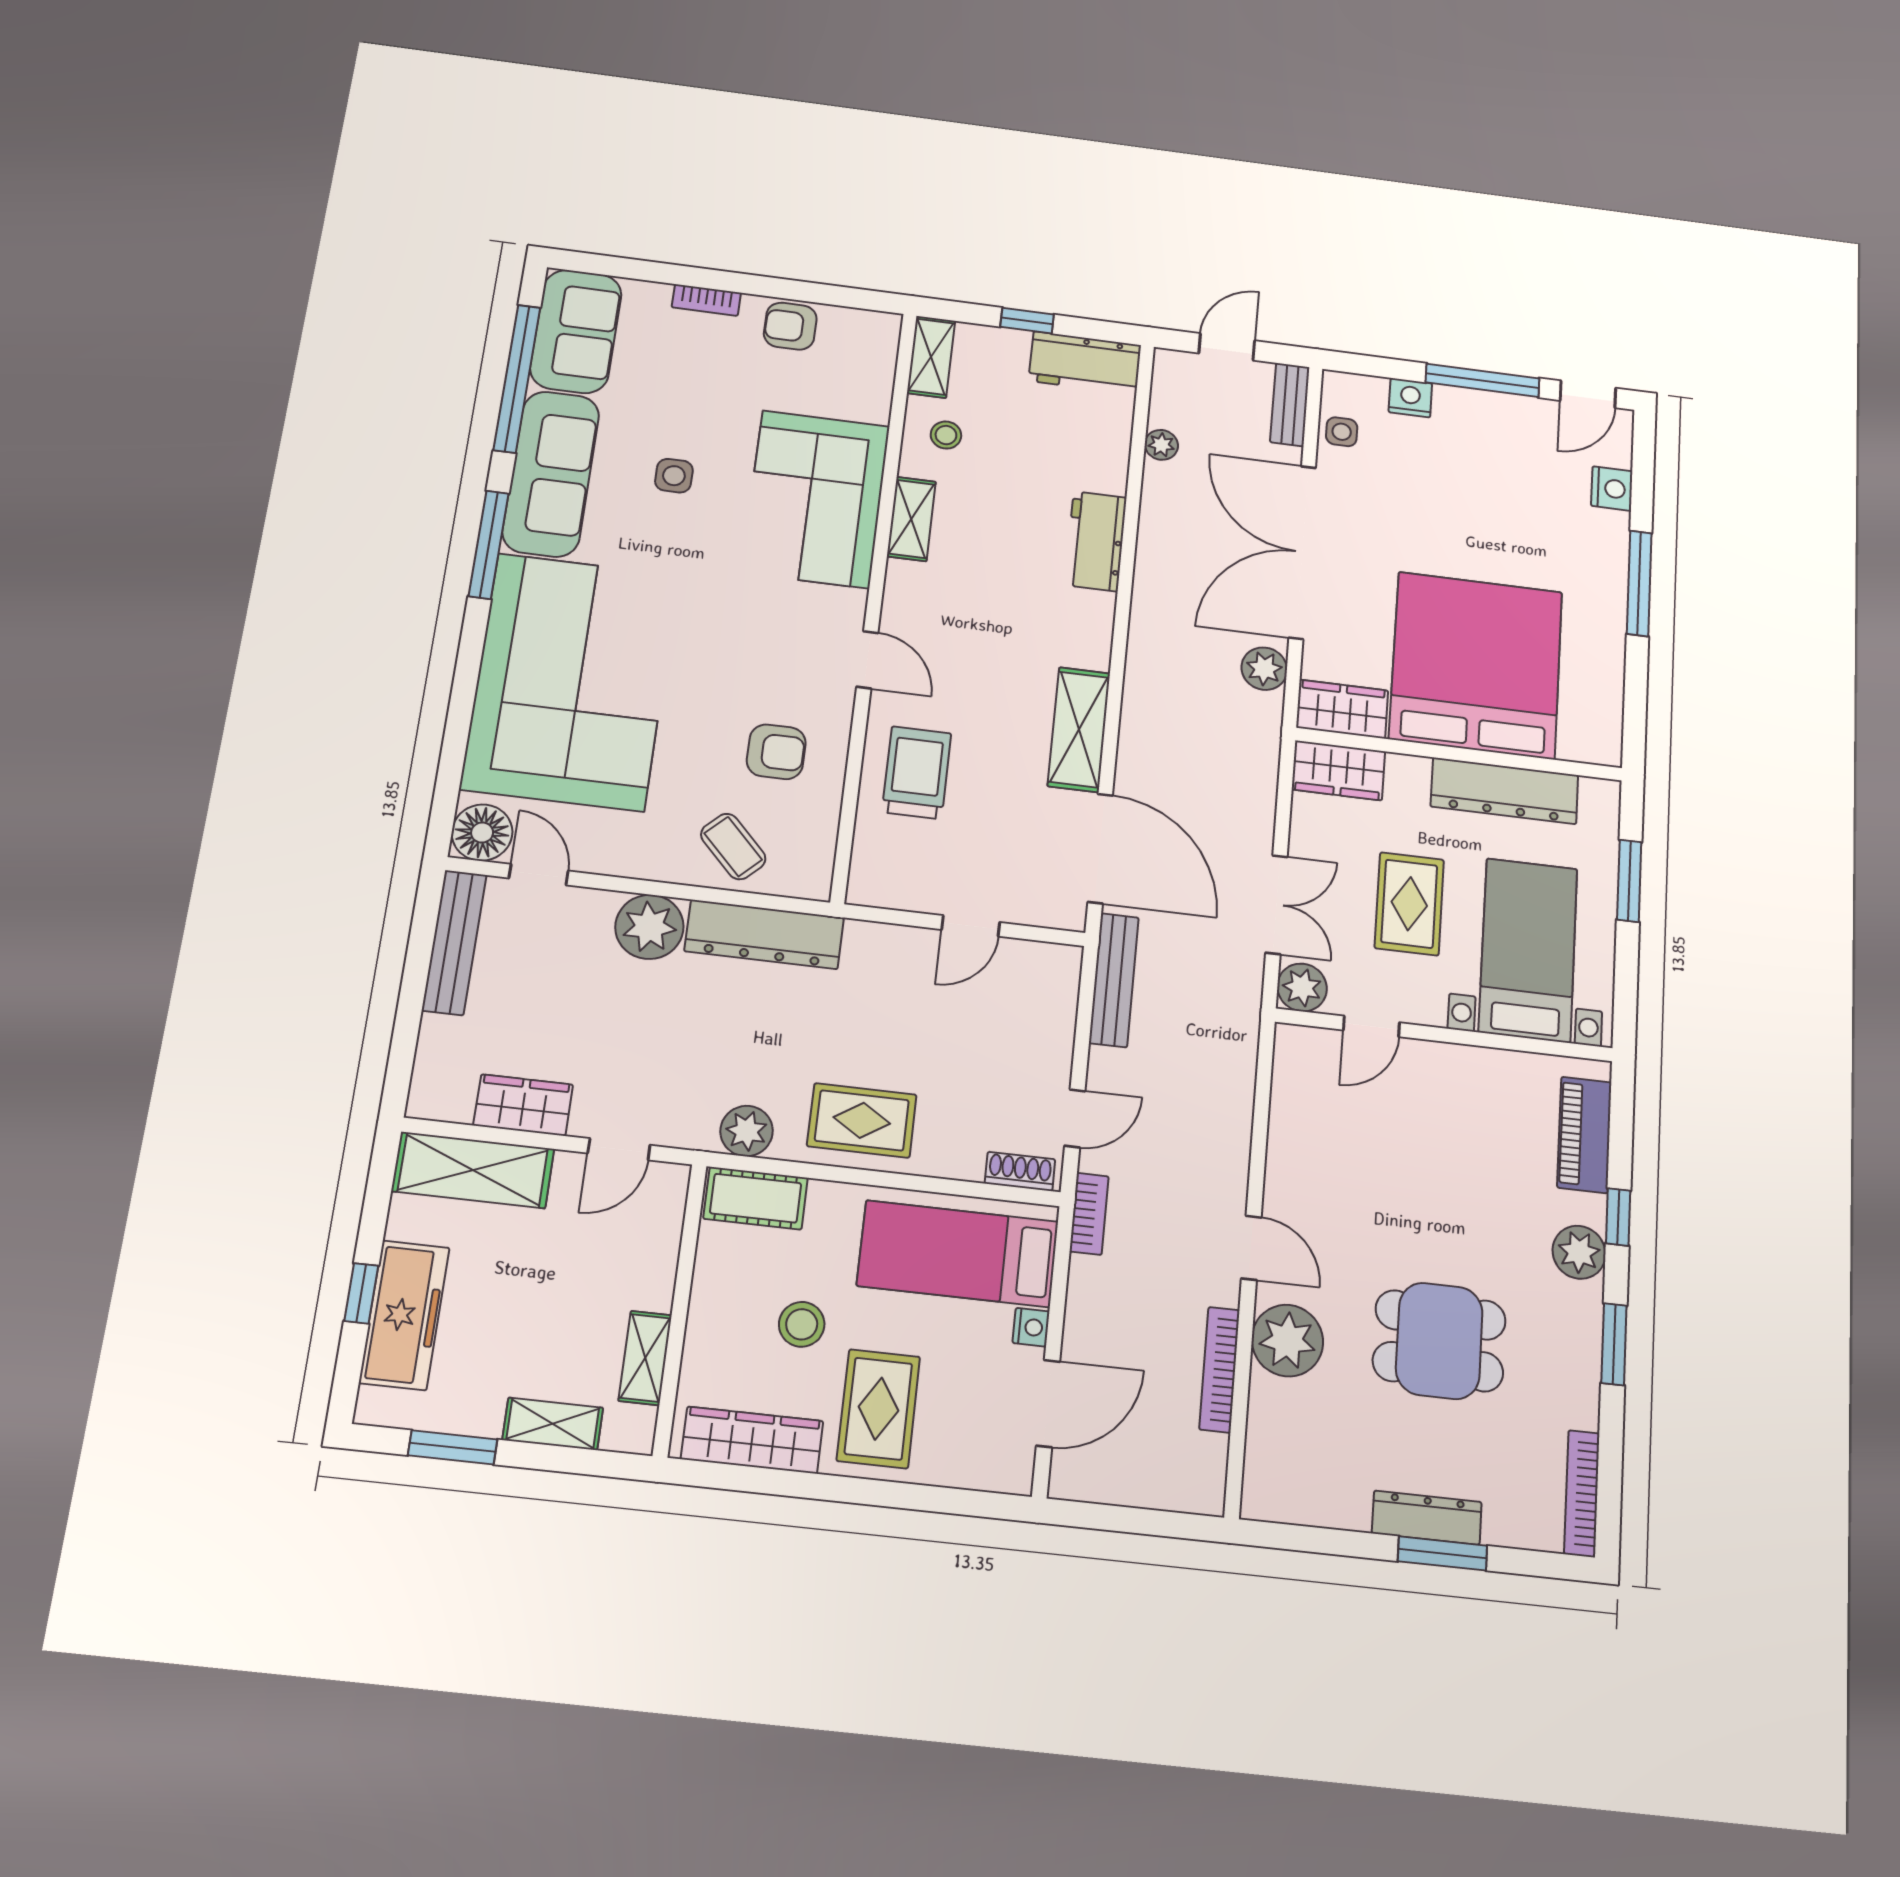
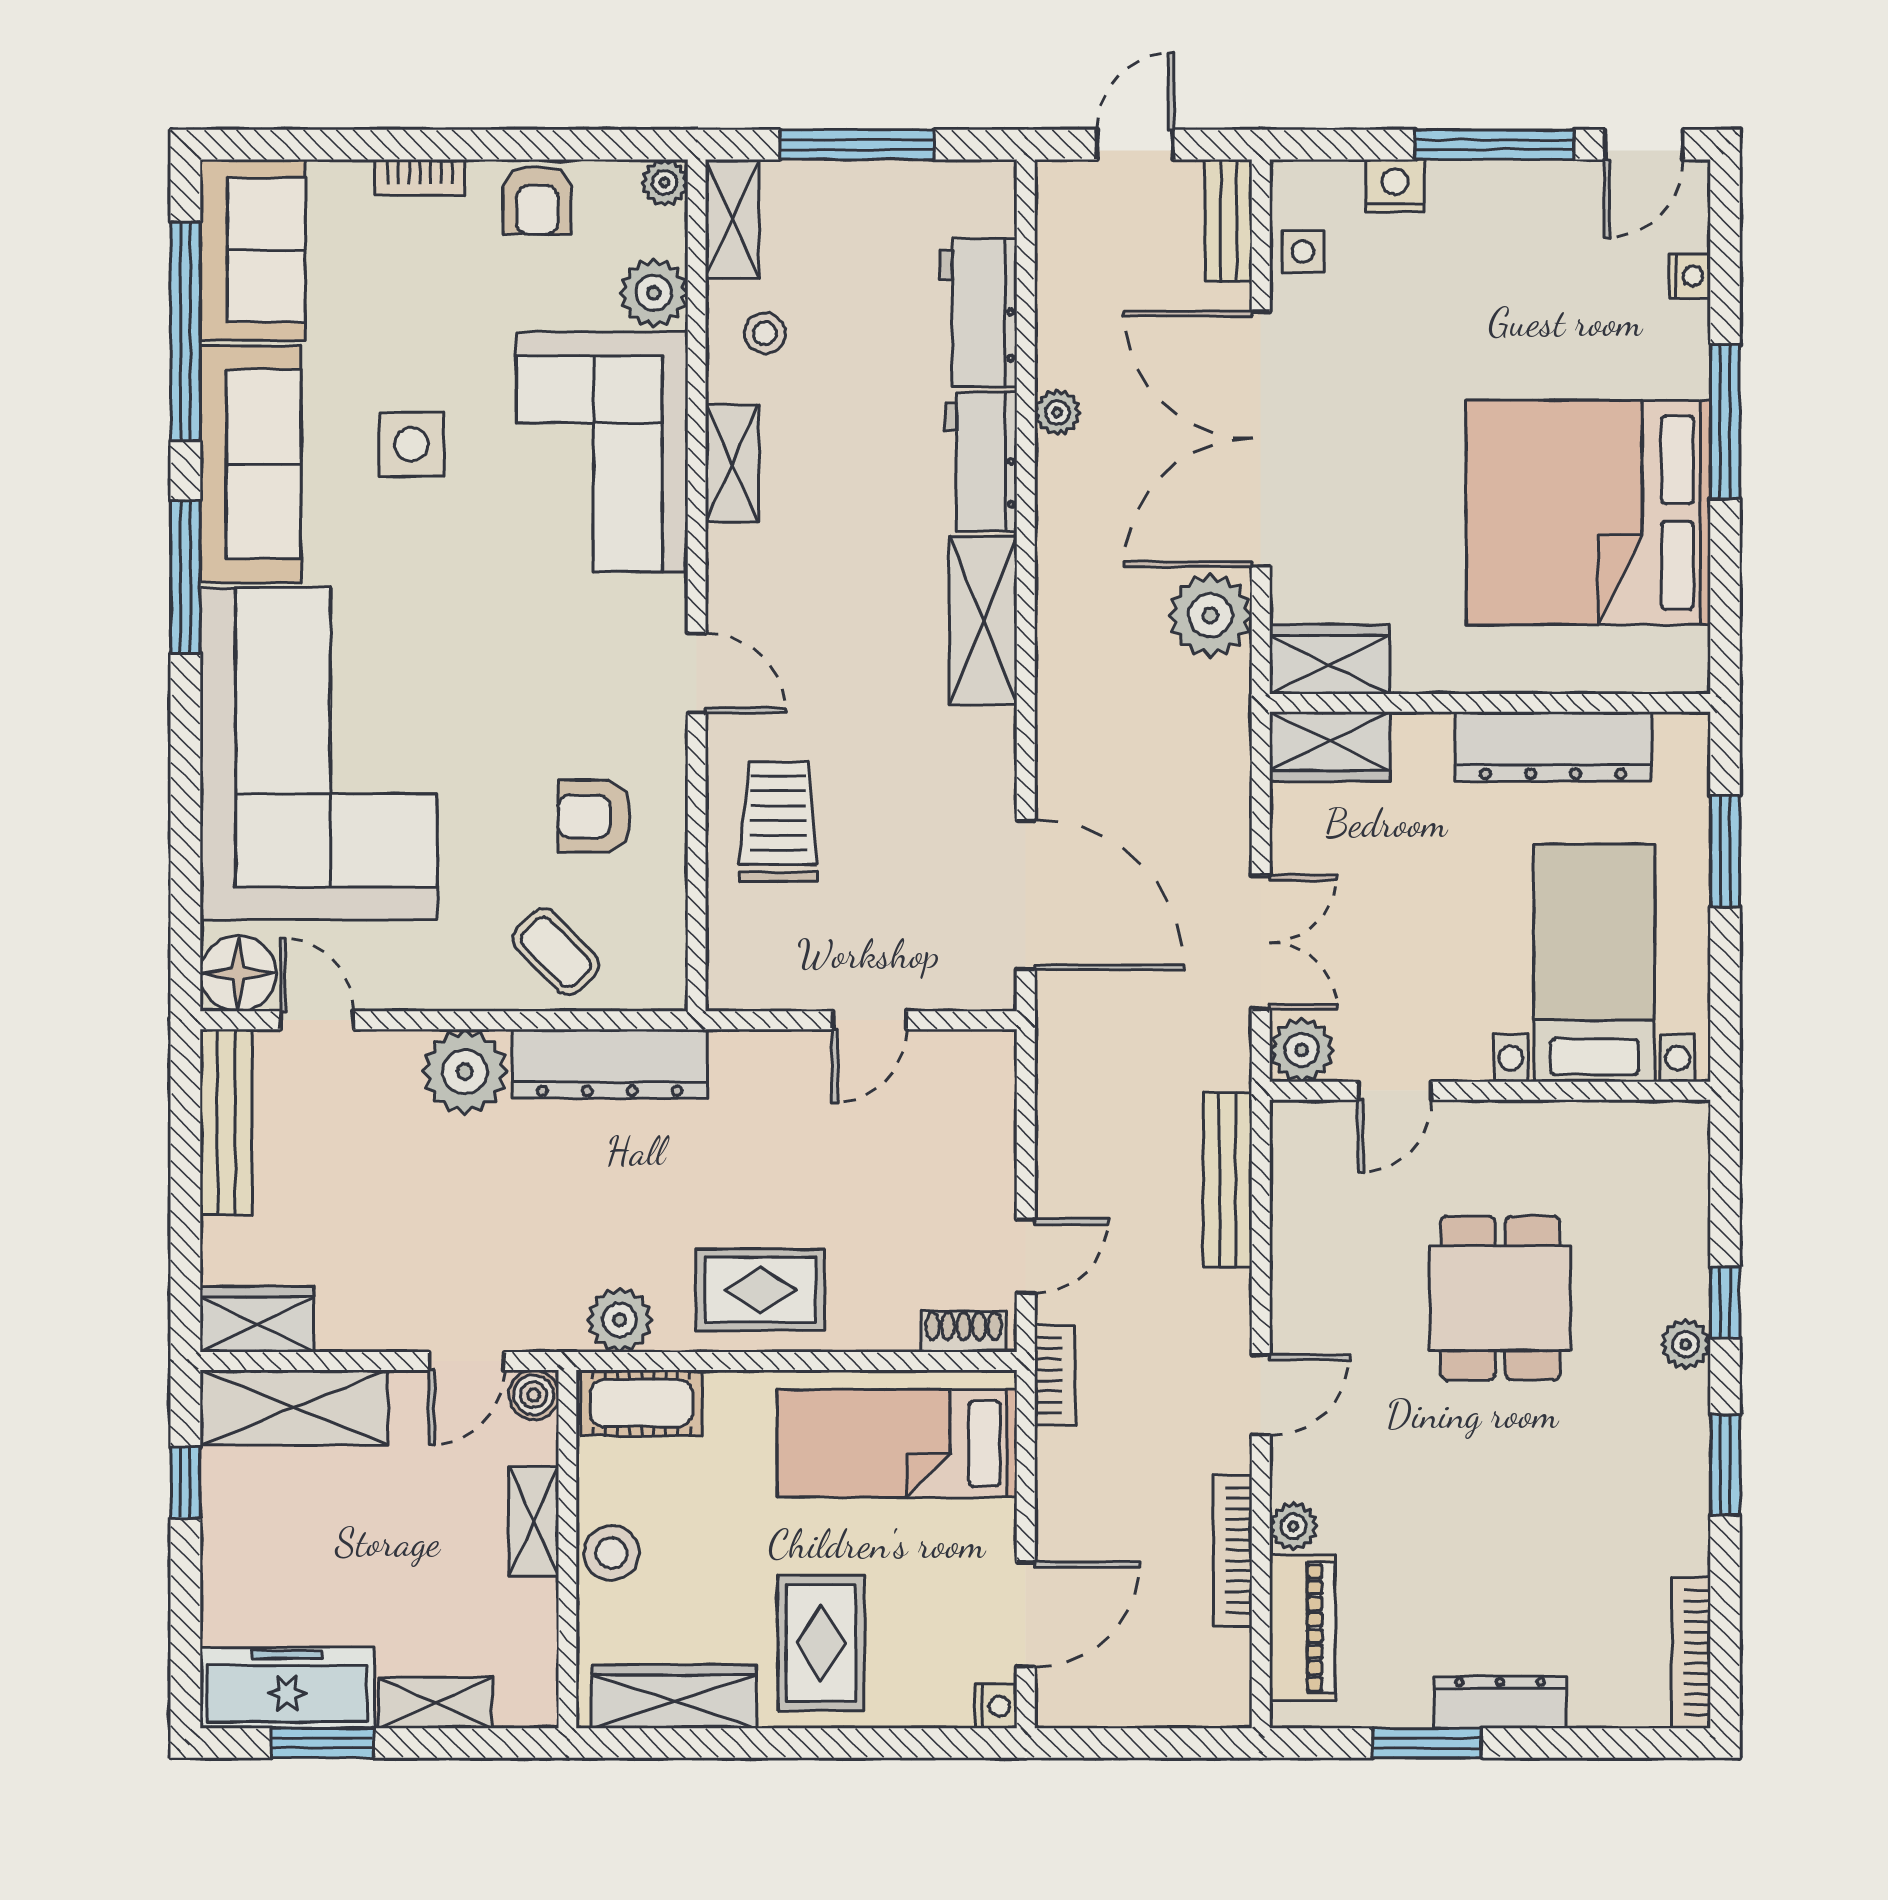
window: (1027, 321) -> (857, 145), width x2.17
armchair: (790, 326) -> (537, 200), turned -90
plant: (885, 327) -> (665, 182), added
workbench: (1085, 363) -> (978, 313), moved, turned 90
plant: (868, 398) -> (654, 293), added
plant: (1161, 445) -> (1057, 412), moved
side table: (674, 476) -> (411, 444), width x1.37, depth x1.37
nightstand: (1612, 489) -> (1690, 276), width x0.72, depth x0.74
bed: (1476, 665) -> (1588, 513), moved, turned -90
plant: (1264, 669) -> (1210, 615), width x1.36, depth x1.36
shelving: (1079, 729) -> (983, 620), moved
armchair: (776, 752) -> (594, 816), turned 180
rug: (1409, 904) -> (1435, 919), removed
bench: (1114, 980) -> (1228, 1180), moved
wardrobe: (523, 1105) -> (257, 1319), moved
piano: (1584, 1135) -> (1302, 1628), moved, turned 180
boiler: (669, 1182) -> (534, 1395), added
door: (1251, 1248) -> (1261, 1395), hinge flipped
plant: (1579, 1252) -> (1686, 1344), width x0.73, depth x0.73
window: (361, 1293) -> (185, 1483), moved
freezer: (404, 1315) -> (287, 1688), moved, turned -90
stool: (802, 1324) -> (611, 1553), moved
nightstand: (1031, 1327) -> (996, 1706), moved
plant: (1287, 1341) -> (1293, 1526), width x0.53, depth x0.53
dining table: (1439, 1341) -> (1500, 1298), moved, turned 90
shelving: (645, 1358) -> (534, 1521), moved
window: (1442, 1553) -> (1427, 1743), moved

